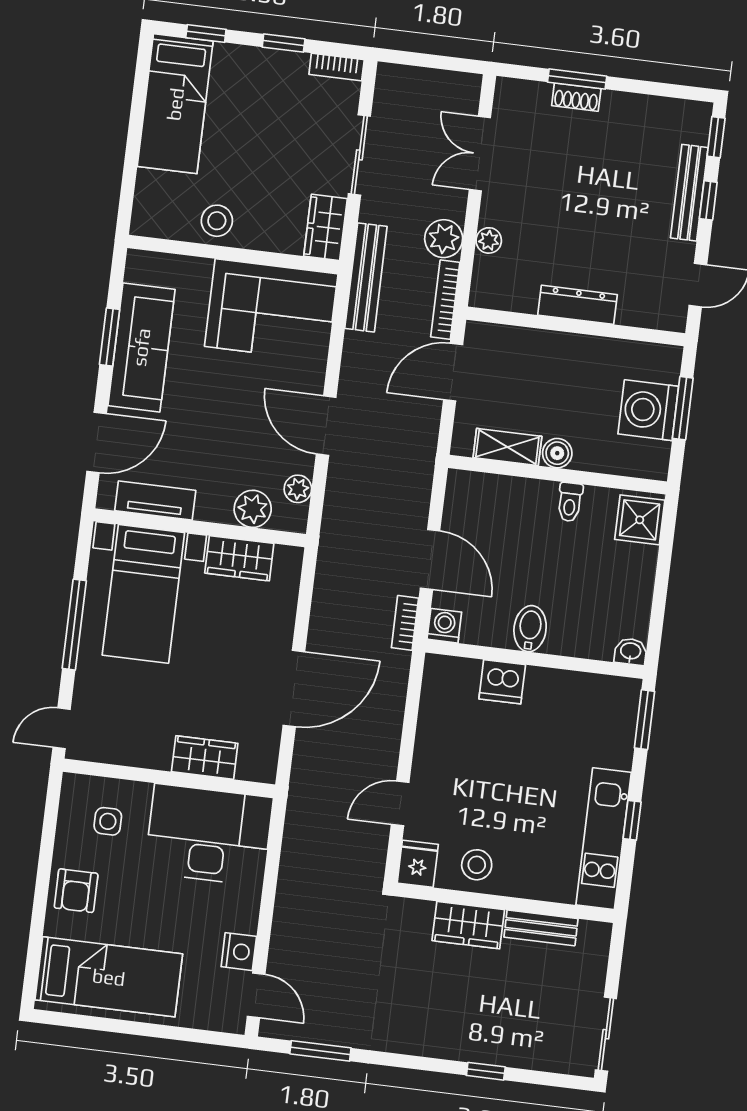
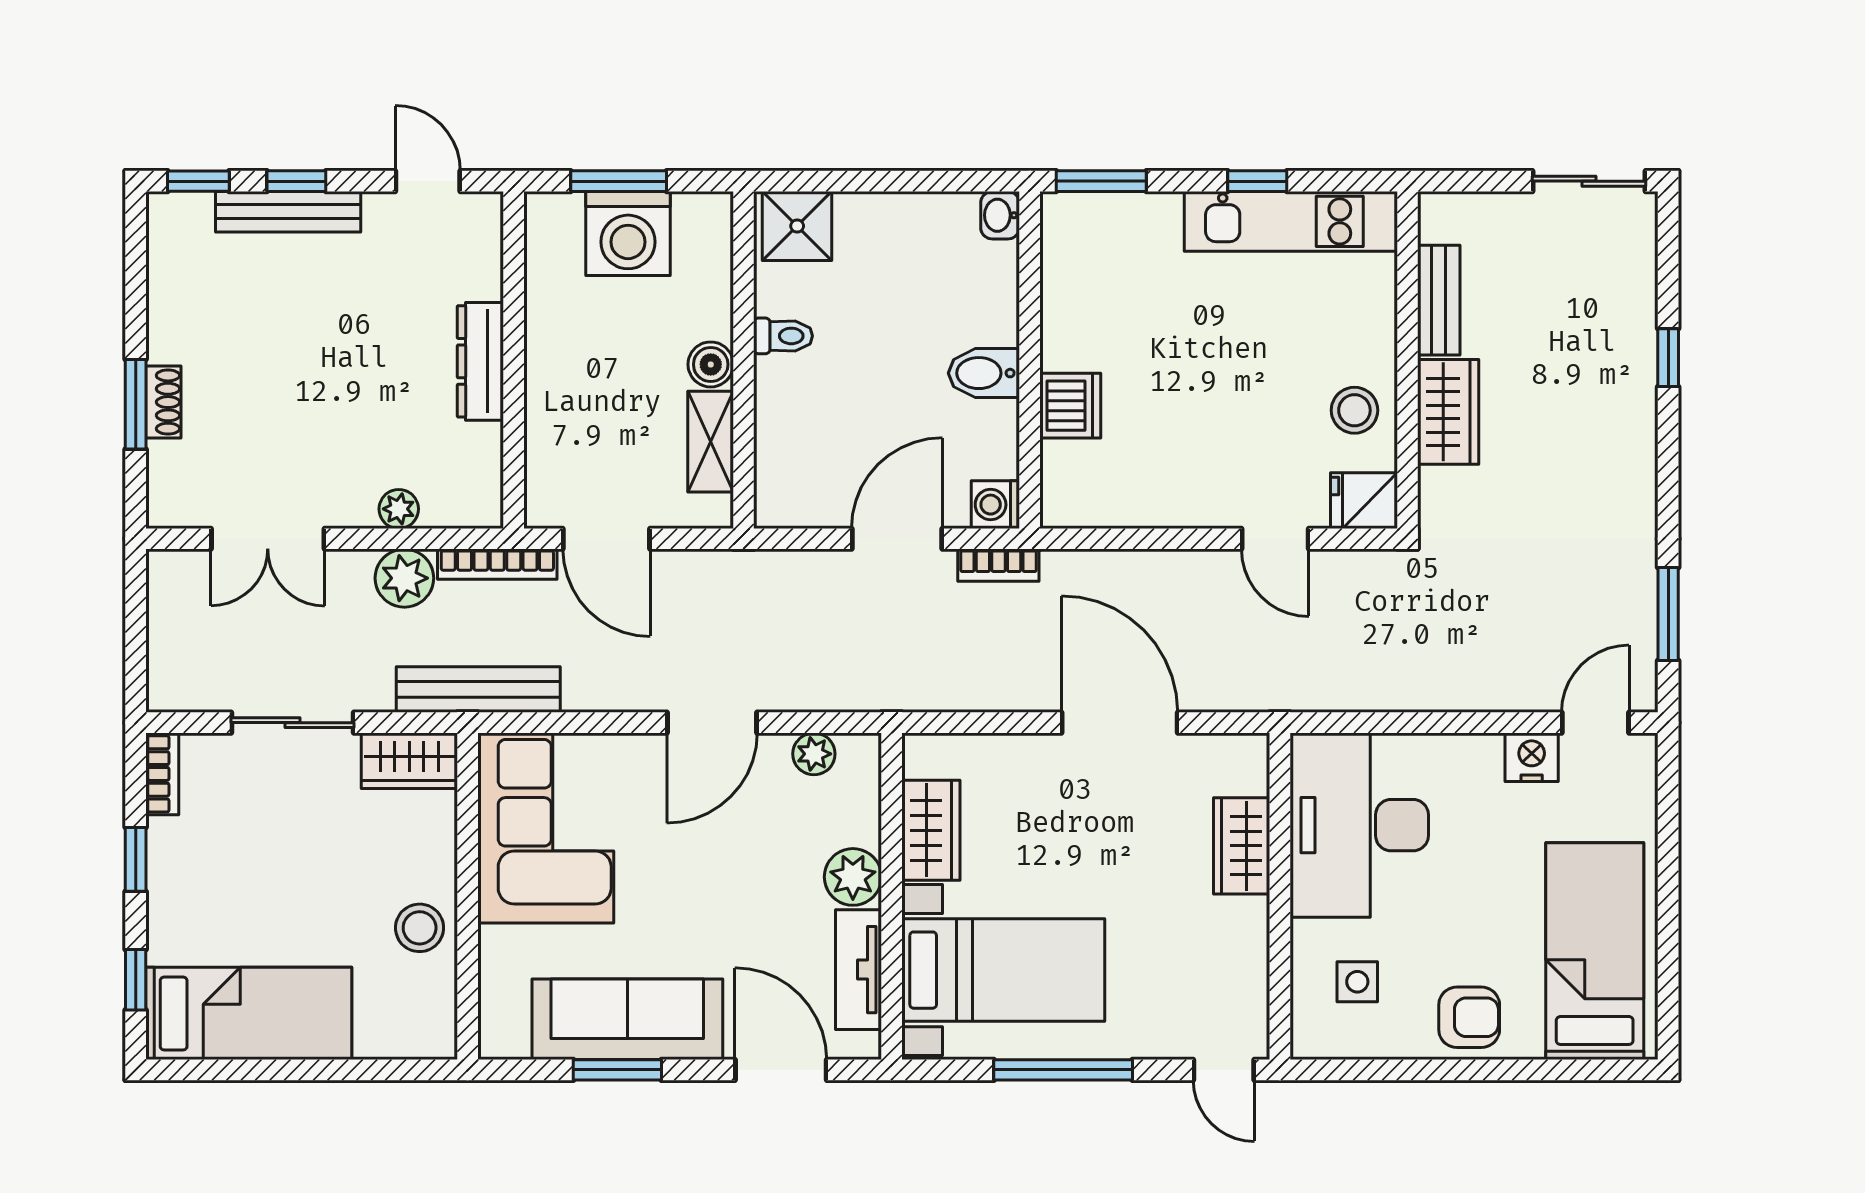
plant: (253, 509) -> (853, 877), moved

